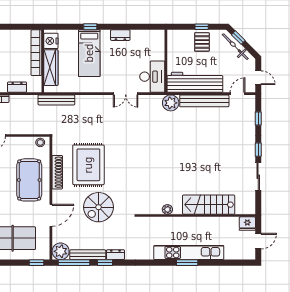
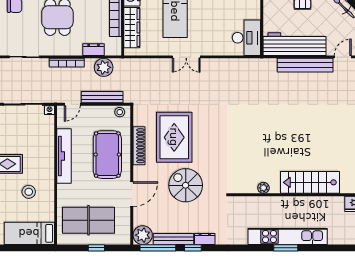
double door: (126, 94) -> (186, 57), moved
bench: (56, 100) -> (102, 97), moved
plant: (171, 103) -> (104, 67), moved
spiral stairs: (99, 207) -> (186, 185), turned 90
window: (36, 263) -> (96, 248), moved

